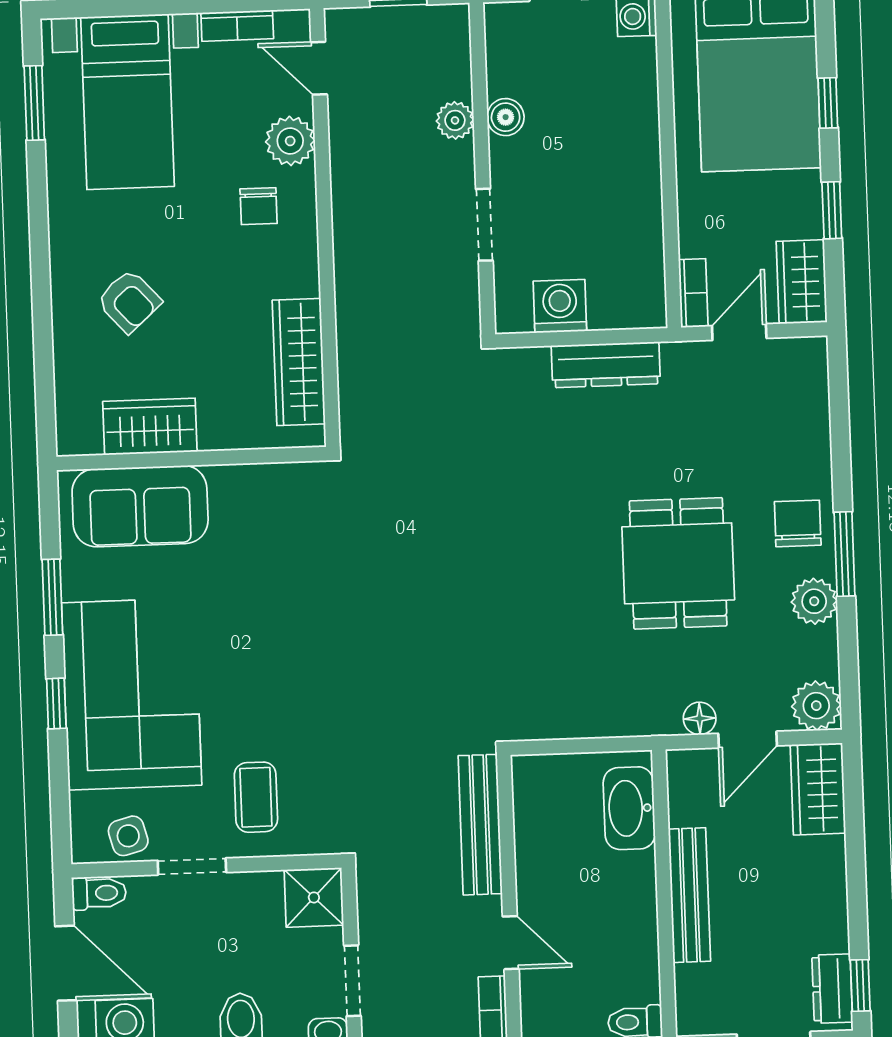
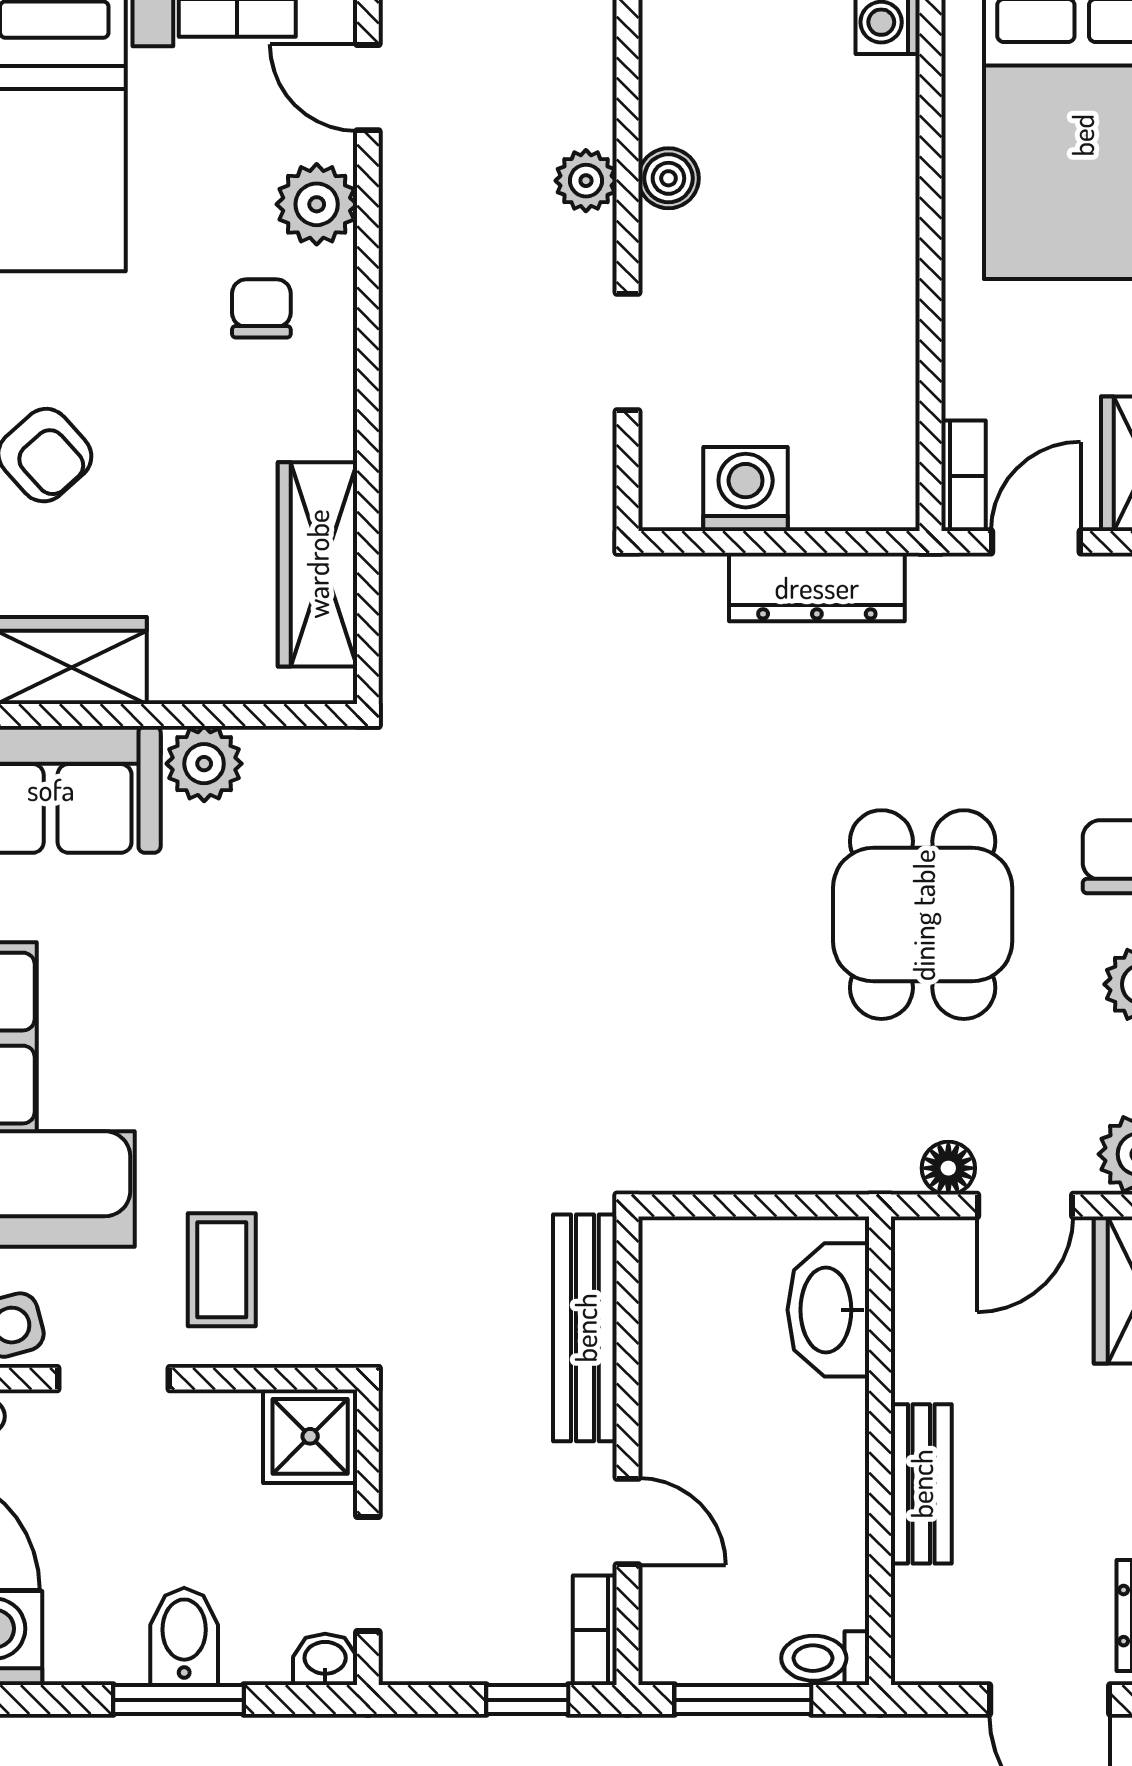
chair: (259, 206) -> (261, 308), turned 180
plant: (234, 487) -> (204, 764), added
bench: (689, 895) -> (921, 1484), width x0.73

